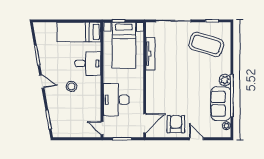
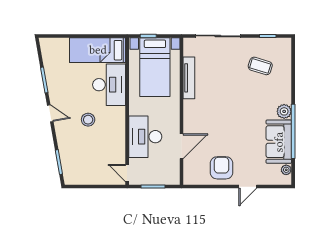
coffee table: (206, 44) -> (260, 66), width x0.54, depth x0.58
desk: (88, 63) -> (109, 85), width x1.37
door: (145, 123) -> (182, 146), moved
door: (196, 139) -> (248, 187), swing flipped

